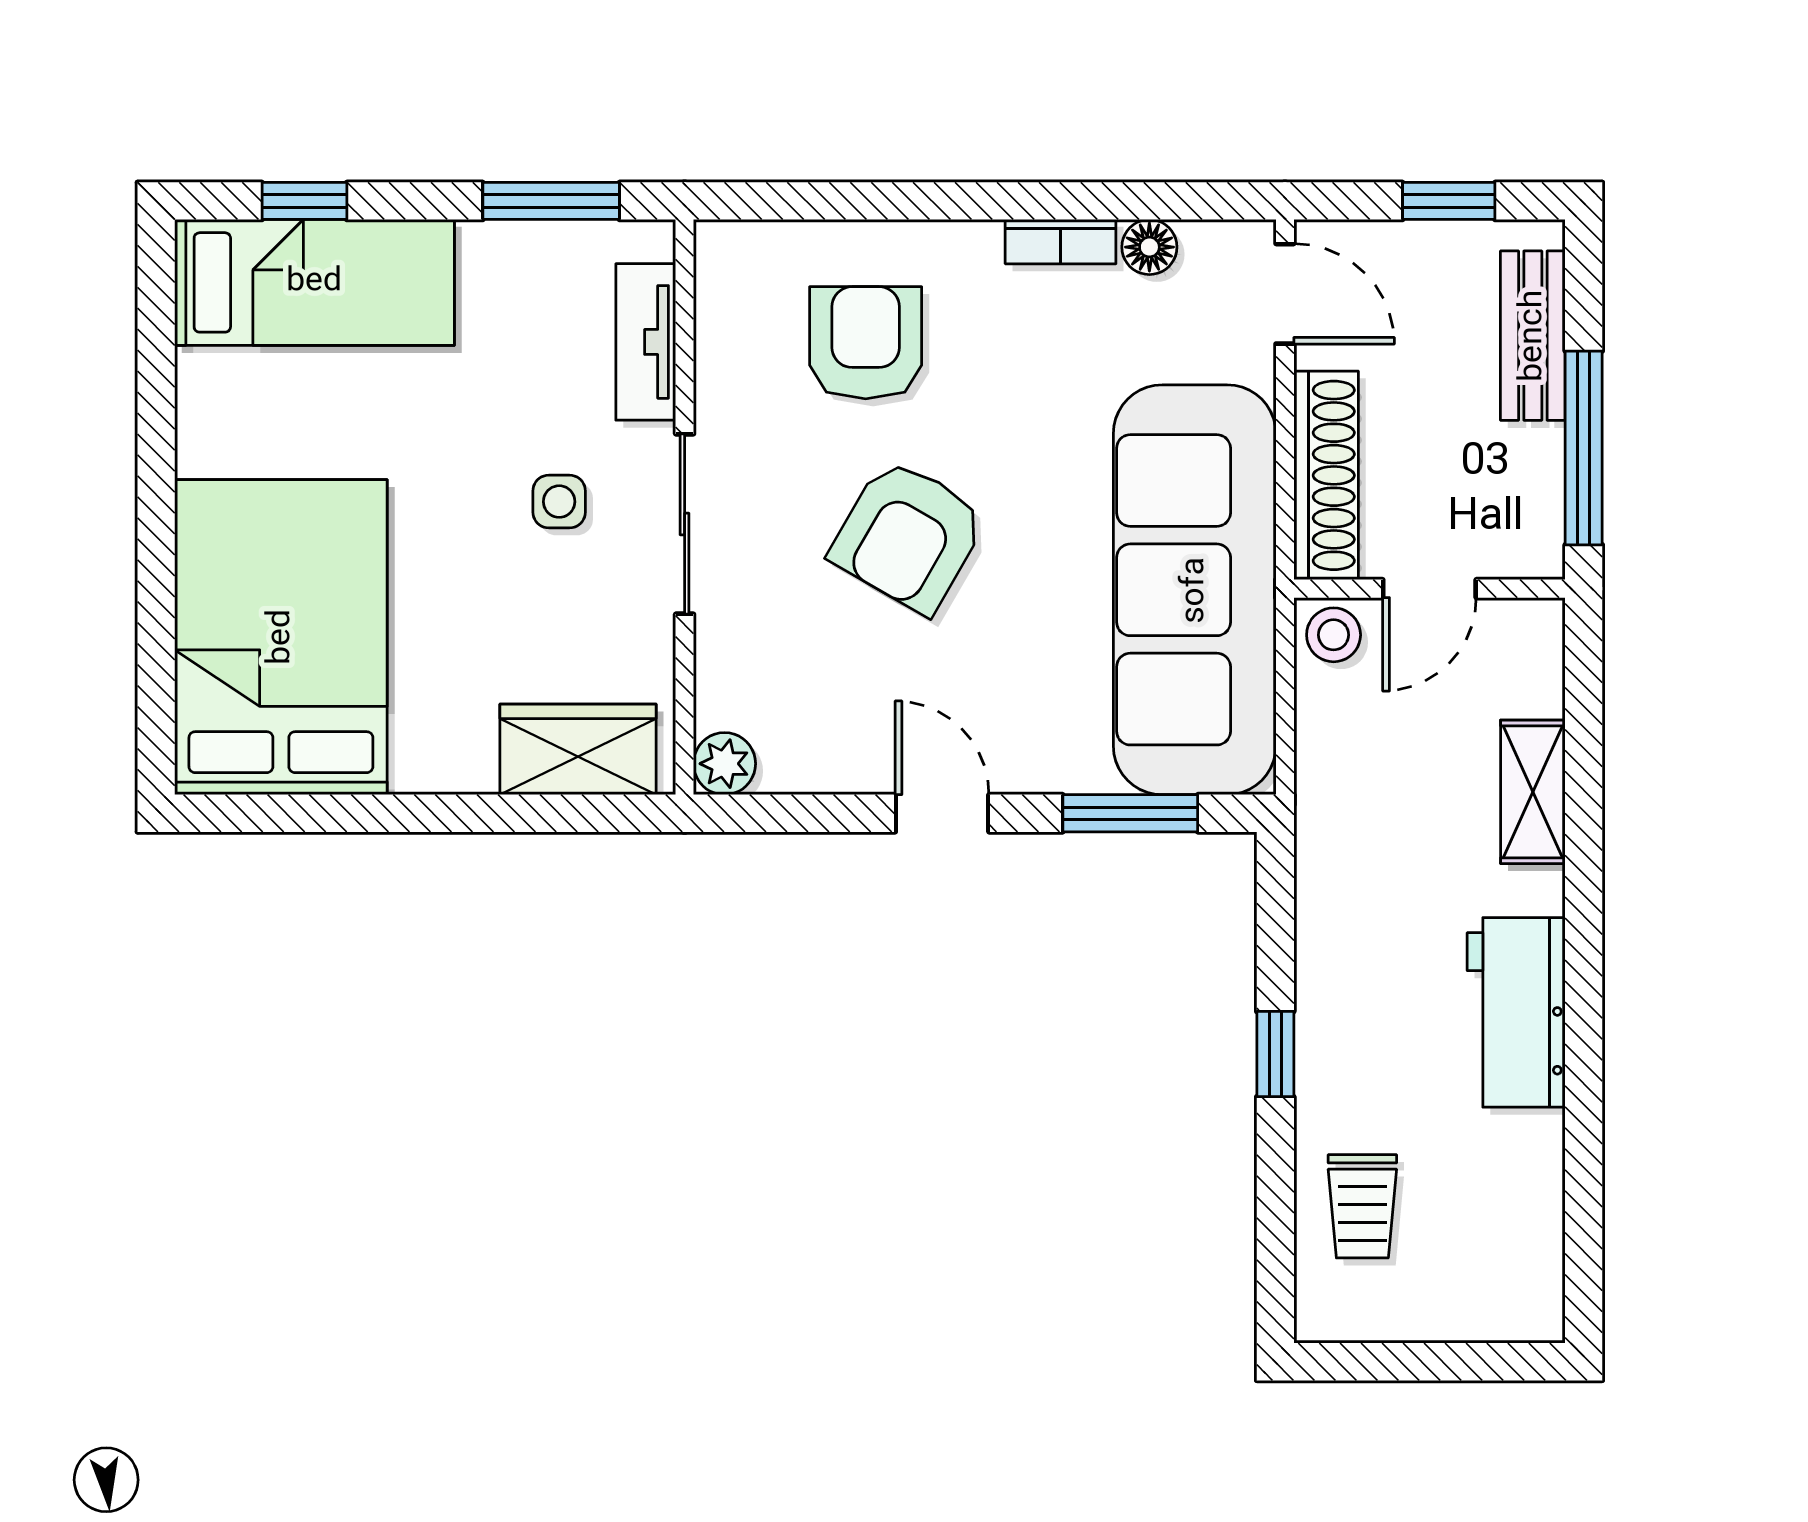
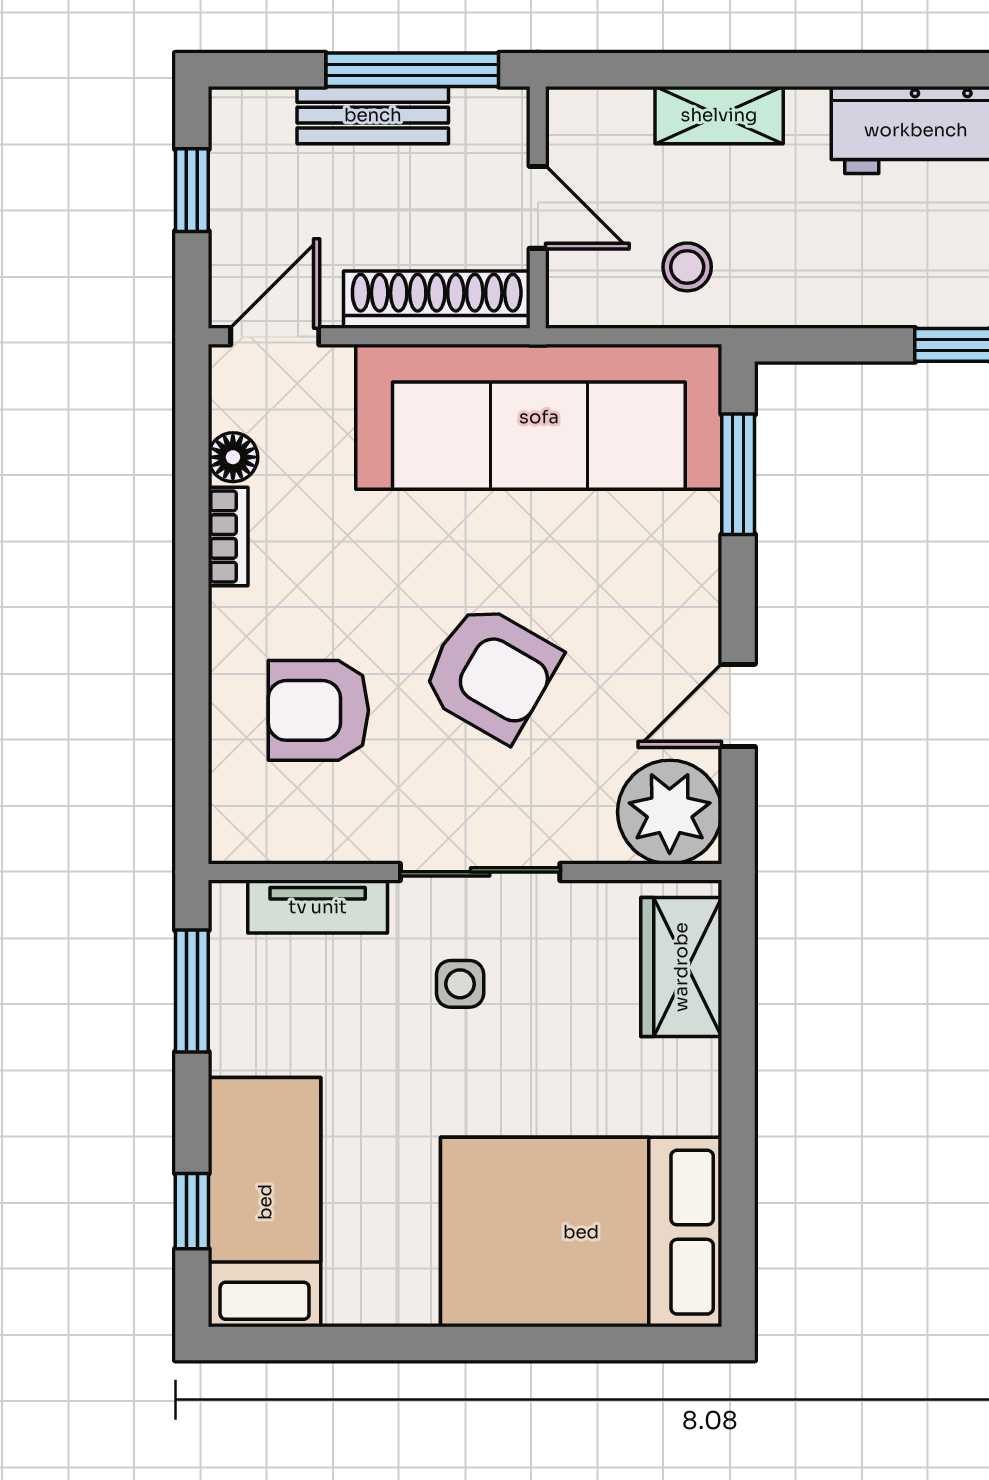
bench: (1533, 336) -> (373, 115), moved
stool: (1334, 635) -> (687, 267), moved
plant: (725, 764) -> (670, 812), width x1.88, depth x1.88
door: (942, 813) -> (738, 705), moved

